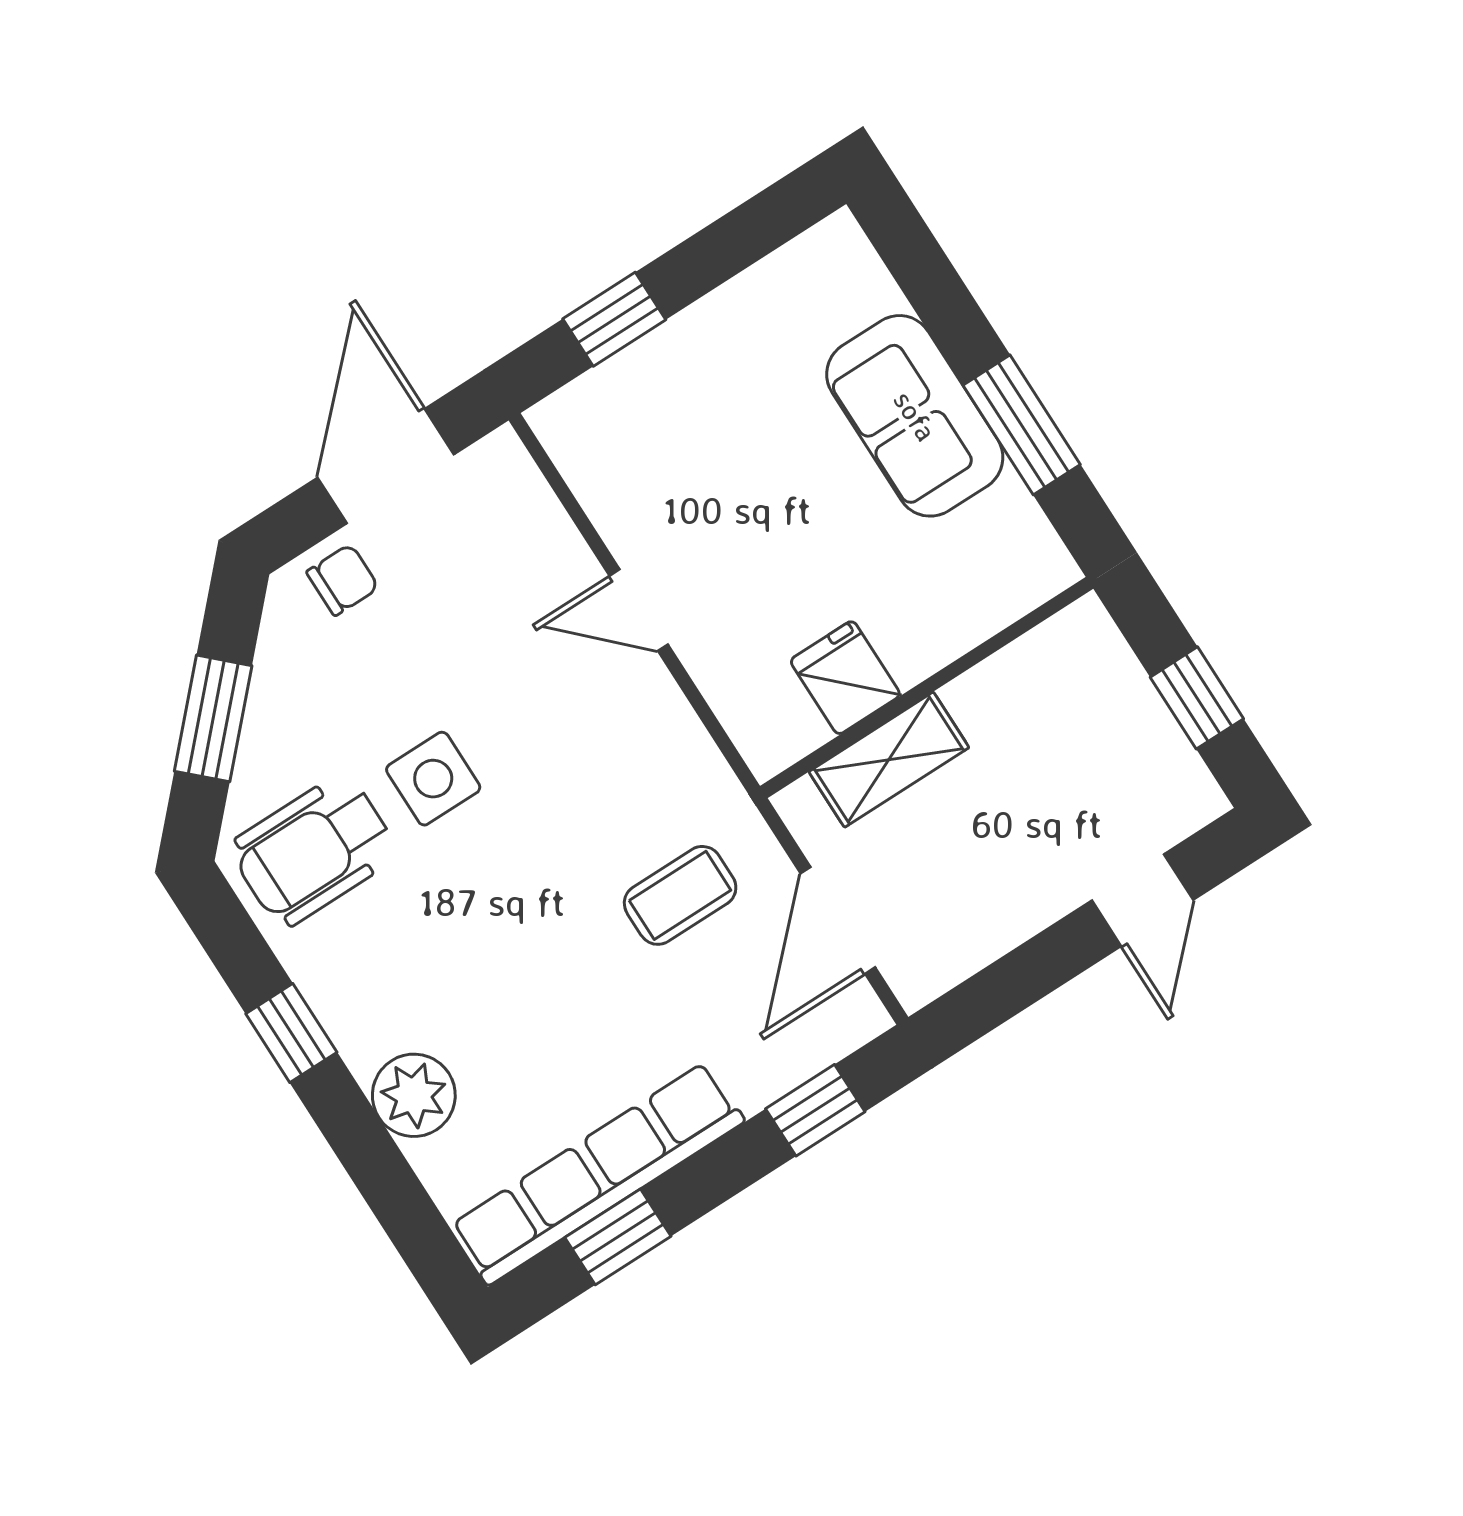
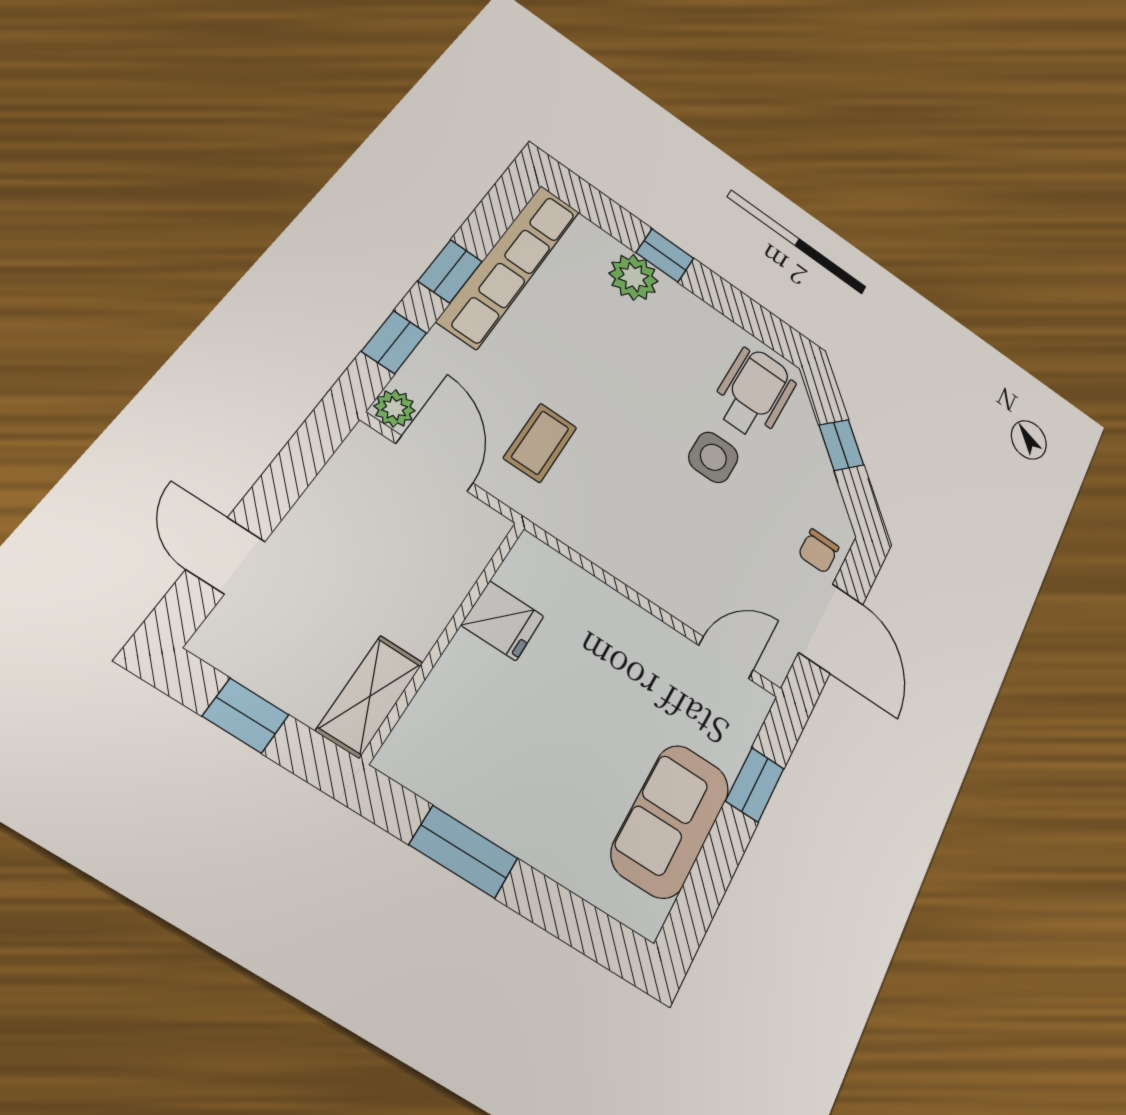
sofa: (915, 416) -> (671, 821), moved, turned -90
door: (639, 610) -> (726, 658), moved
window: (213, 718) -> (841, 445), width x0.67
shelving: (889, 760) -> (370, 696), moved
plant: (856, 1016) -> (394, 408), added
window: (291, 1033) -> (665, 255), moved
window: (618, 1237) -> (450, 271), moved

